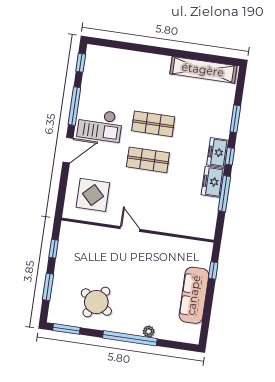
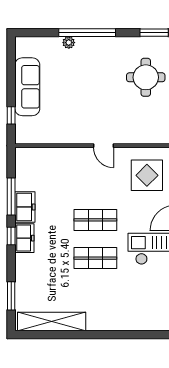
window: (235, 119) -> (11, 296), moved
round table: (96, 302) -> (146, 77), moved, turned -32

